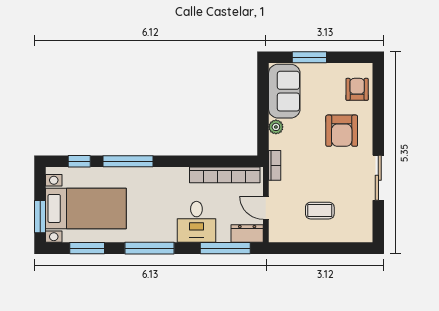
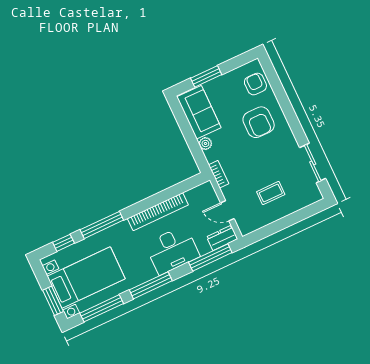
bookcase: (225, 175) -> (158, 212), moved
sliding door: (378, 178) -> (313, 163), moved
desk: (196, 222) -> (172, 250), width x1.37
window: (87, 248) -> (102, 308), width x1.44

